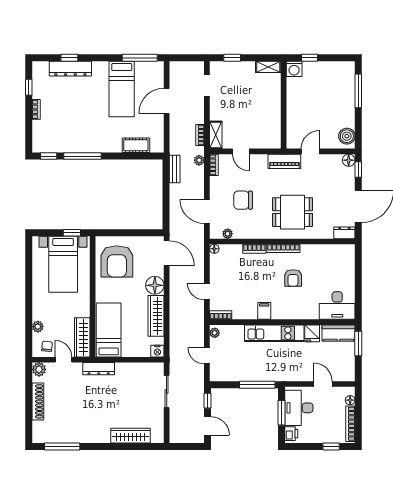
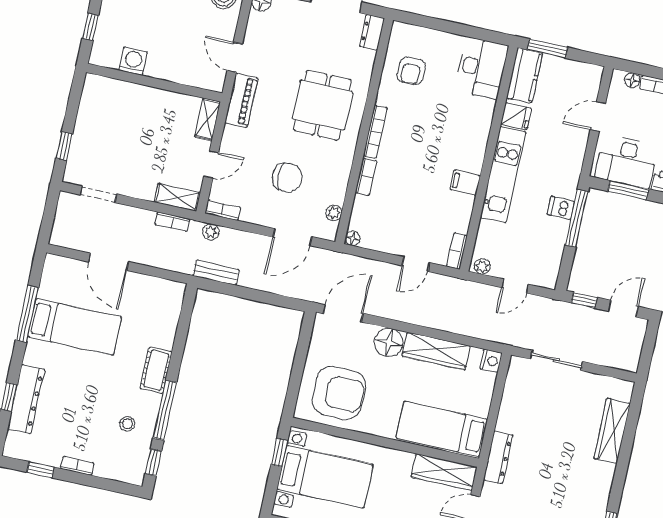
window: (140, 58) -> (27, 314), moved
shelving: (268, 67) -> (208, 119), moved
washing machine: (294, 69) -> (133, 61), moved, turned -90
stool: (69, 135) -> (127, 424), added
cot: (136, 145) -> (156, 370), moved
chair: (243, 200) -> (287, 177), turned -90
armchair: (293, 278) -> (411, 71), moved, turned 90
dishwasher: (262, 374) -> (561, 208), added

